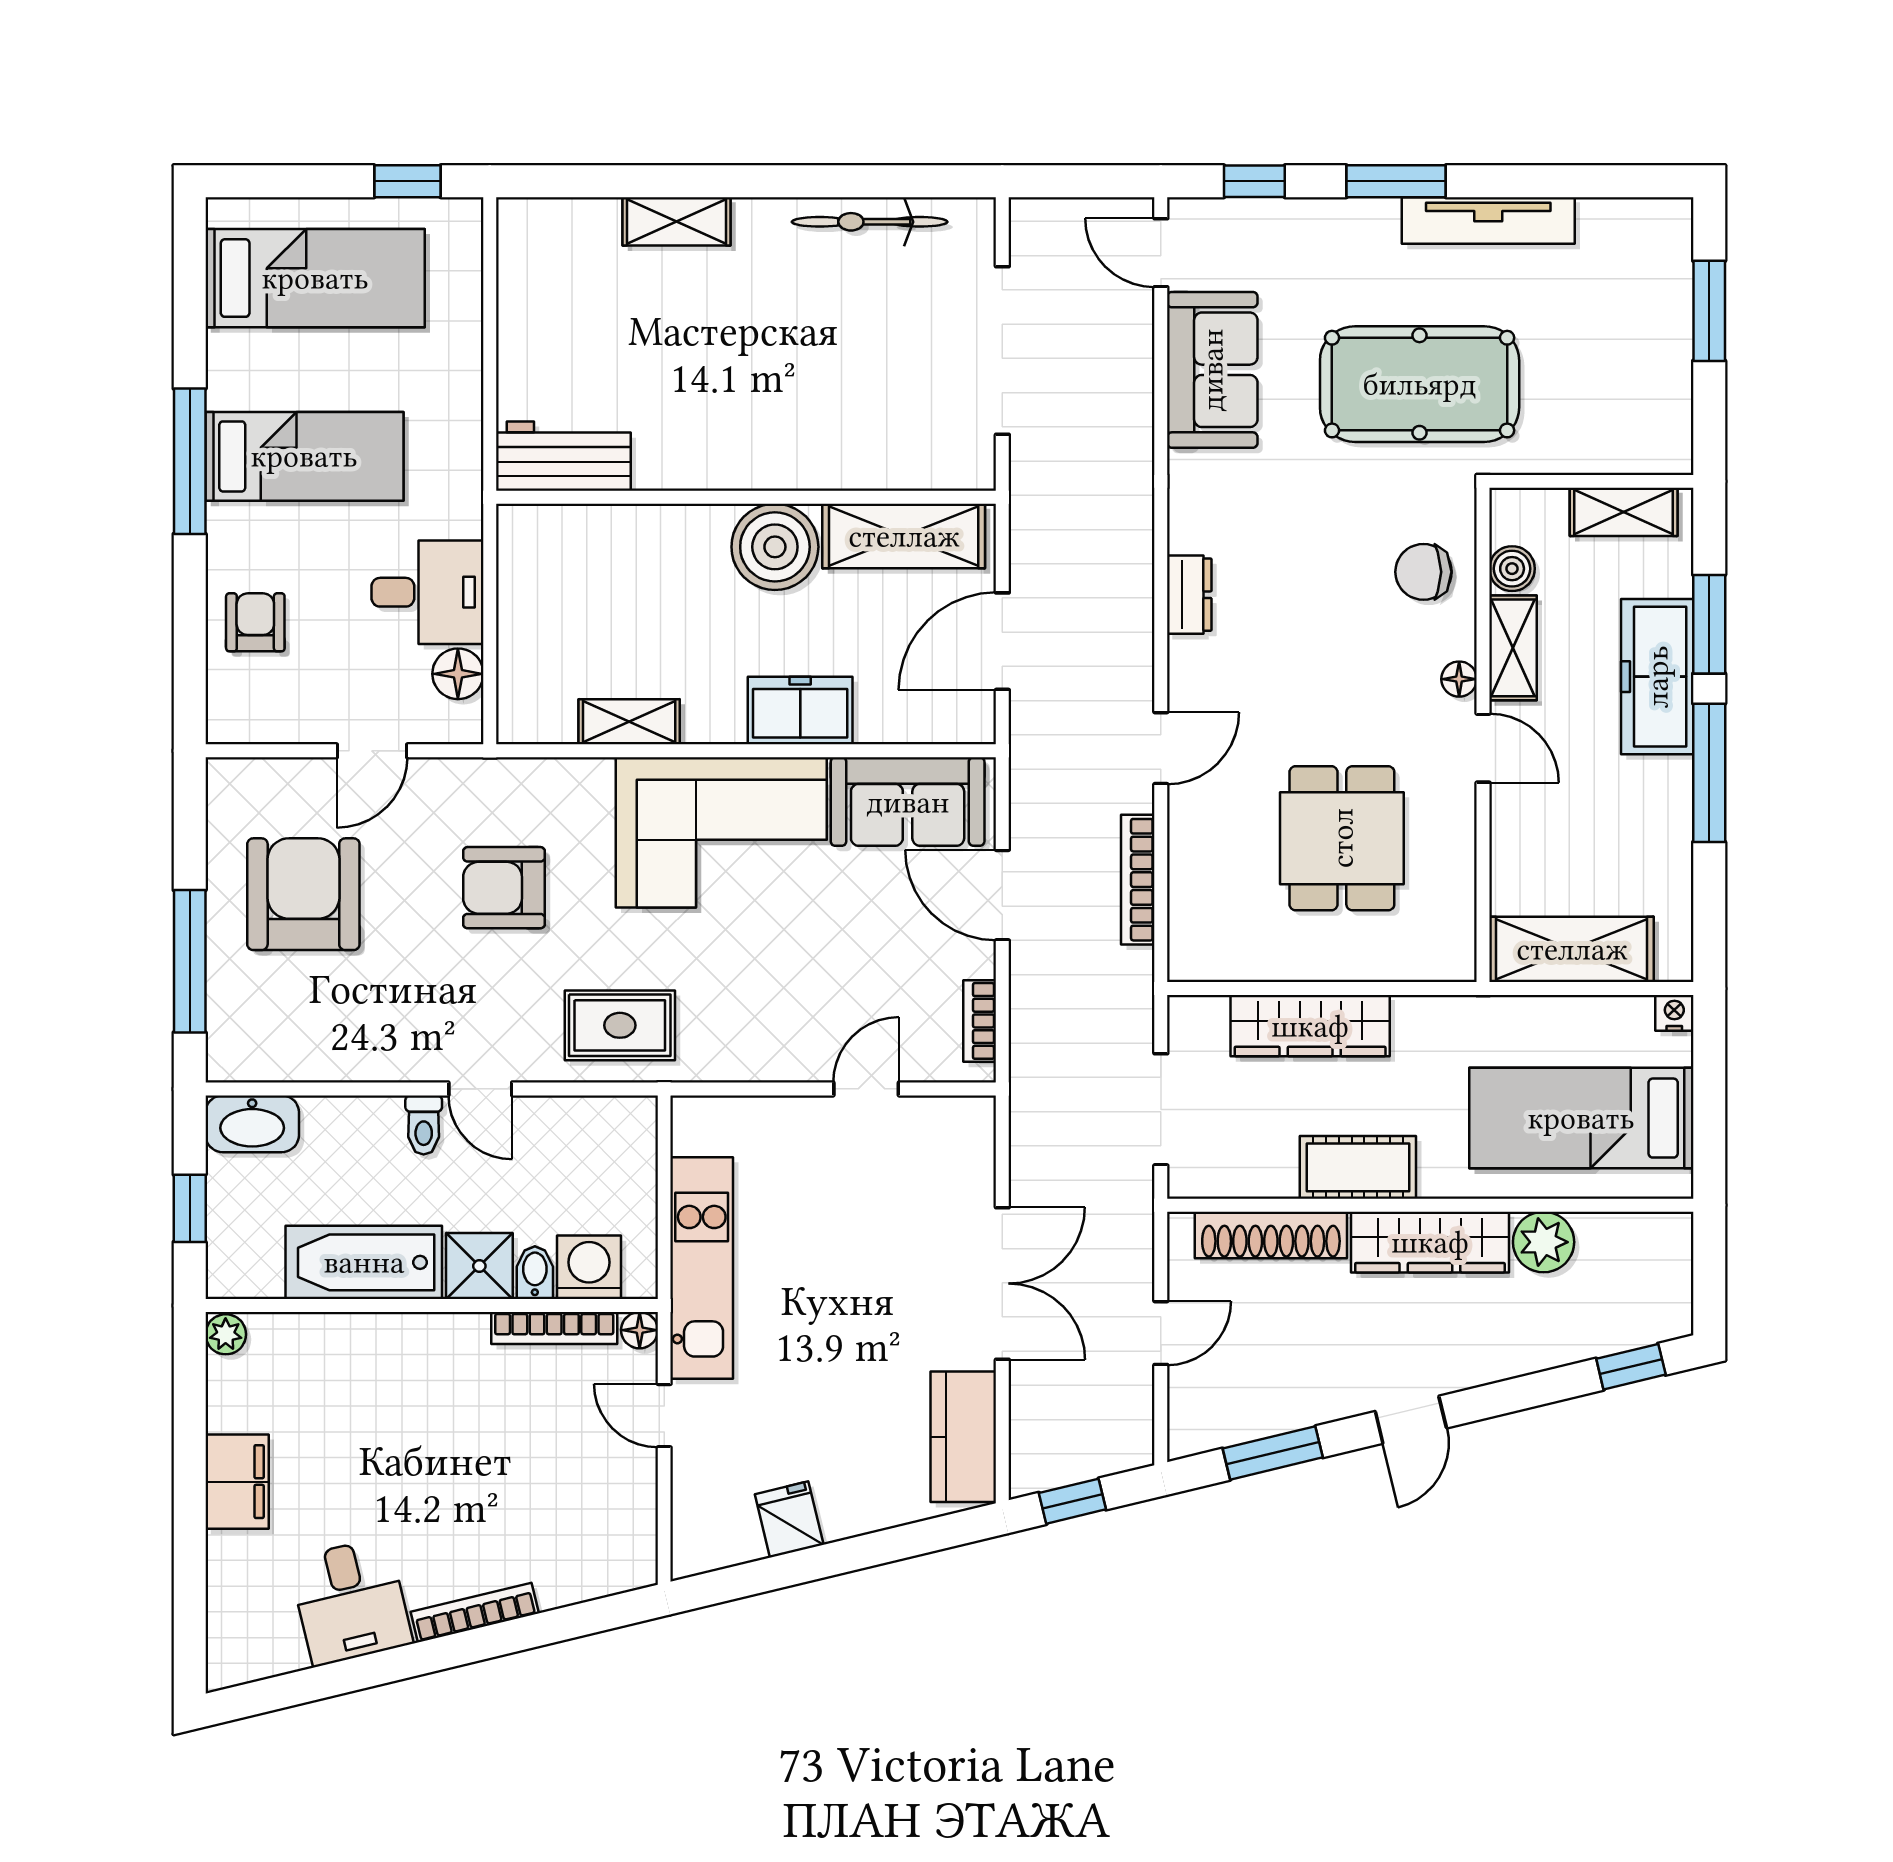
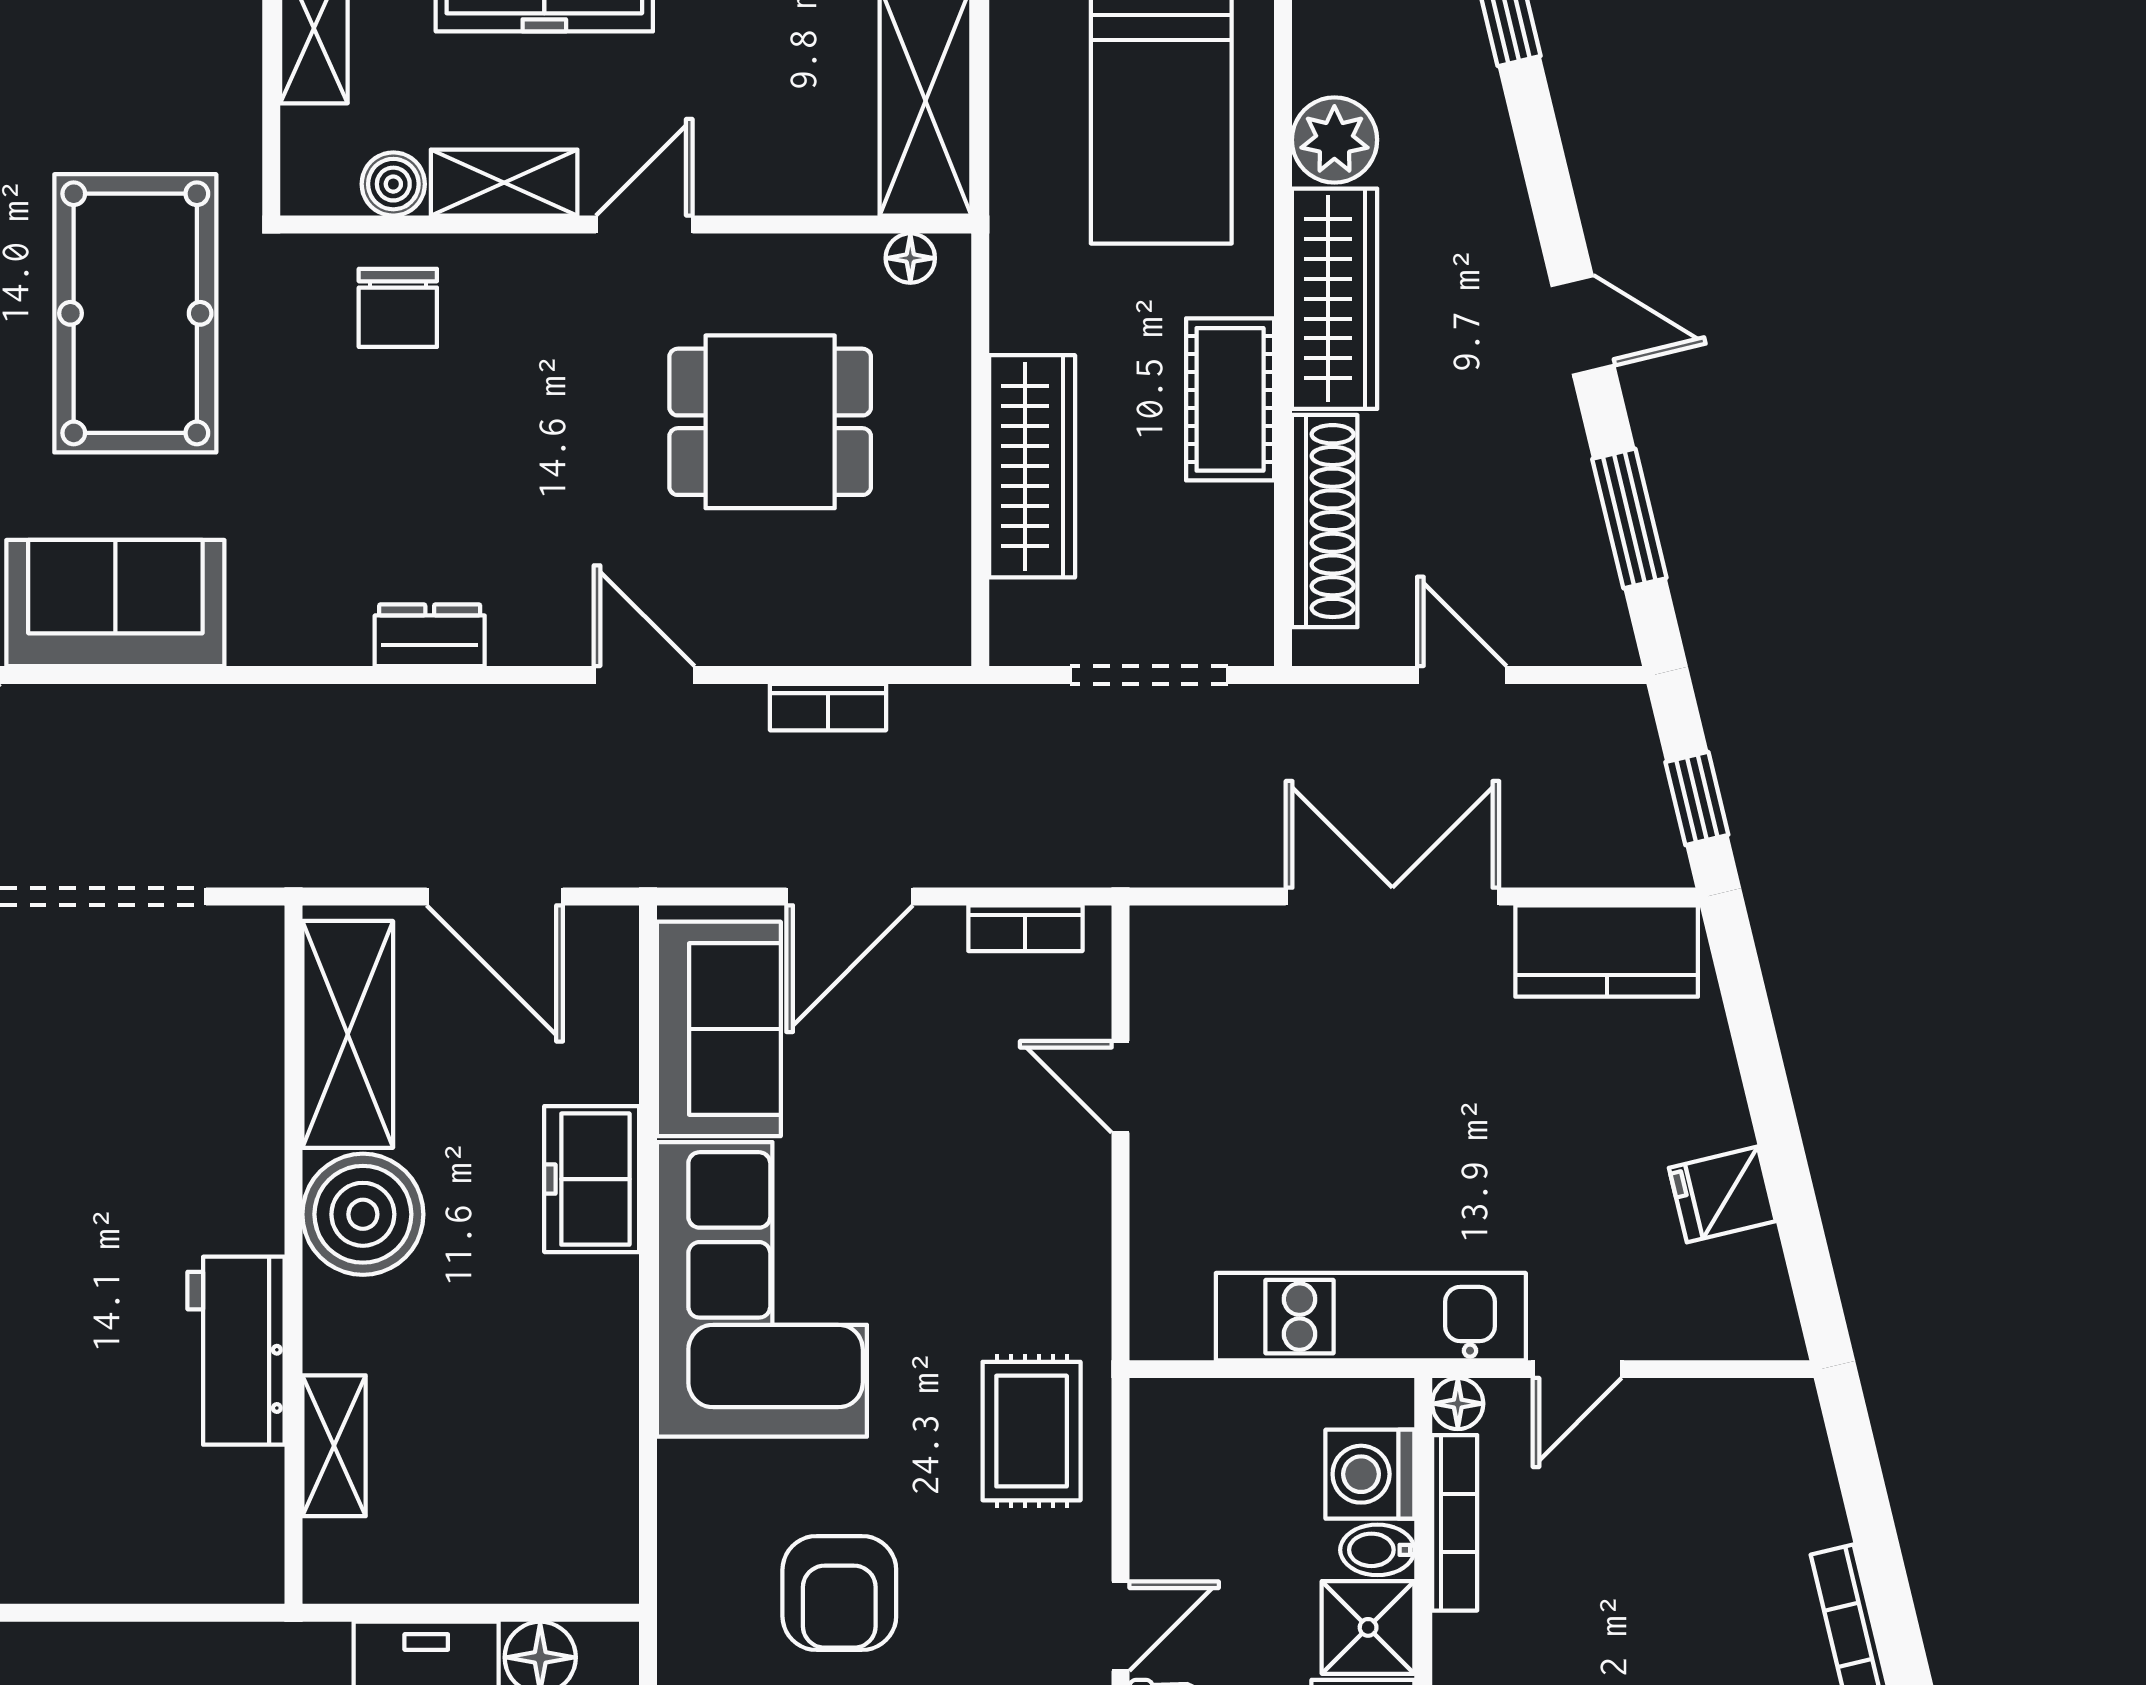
workbench: (563, 456) -> (236, 1351), moved
floor lamp: (1459, 679) -> (910, 258), moved
shelving: (629, 722) -> (334, 1446), moved
bookcase: (1138, 880) -> (828, 707), width x0.64

